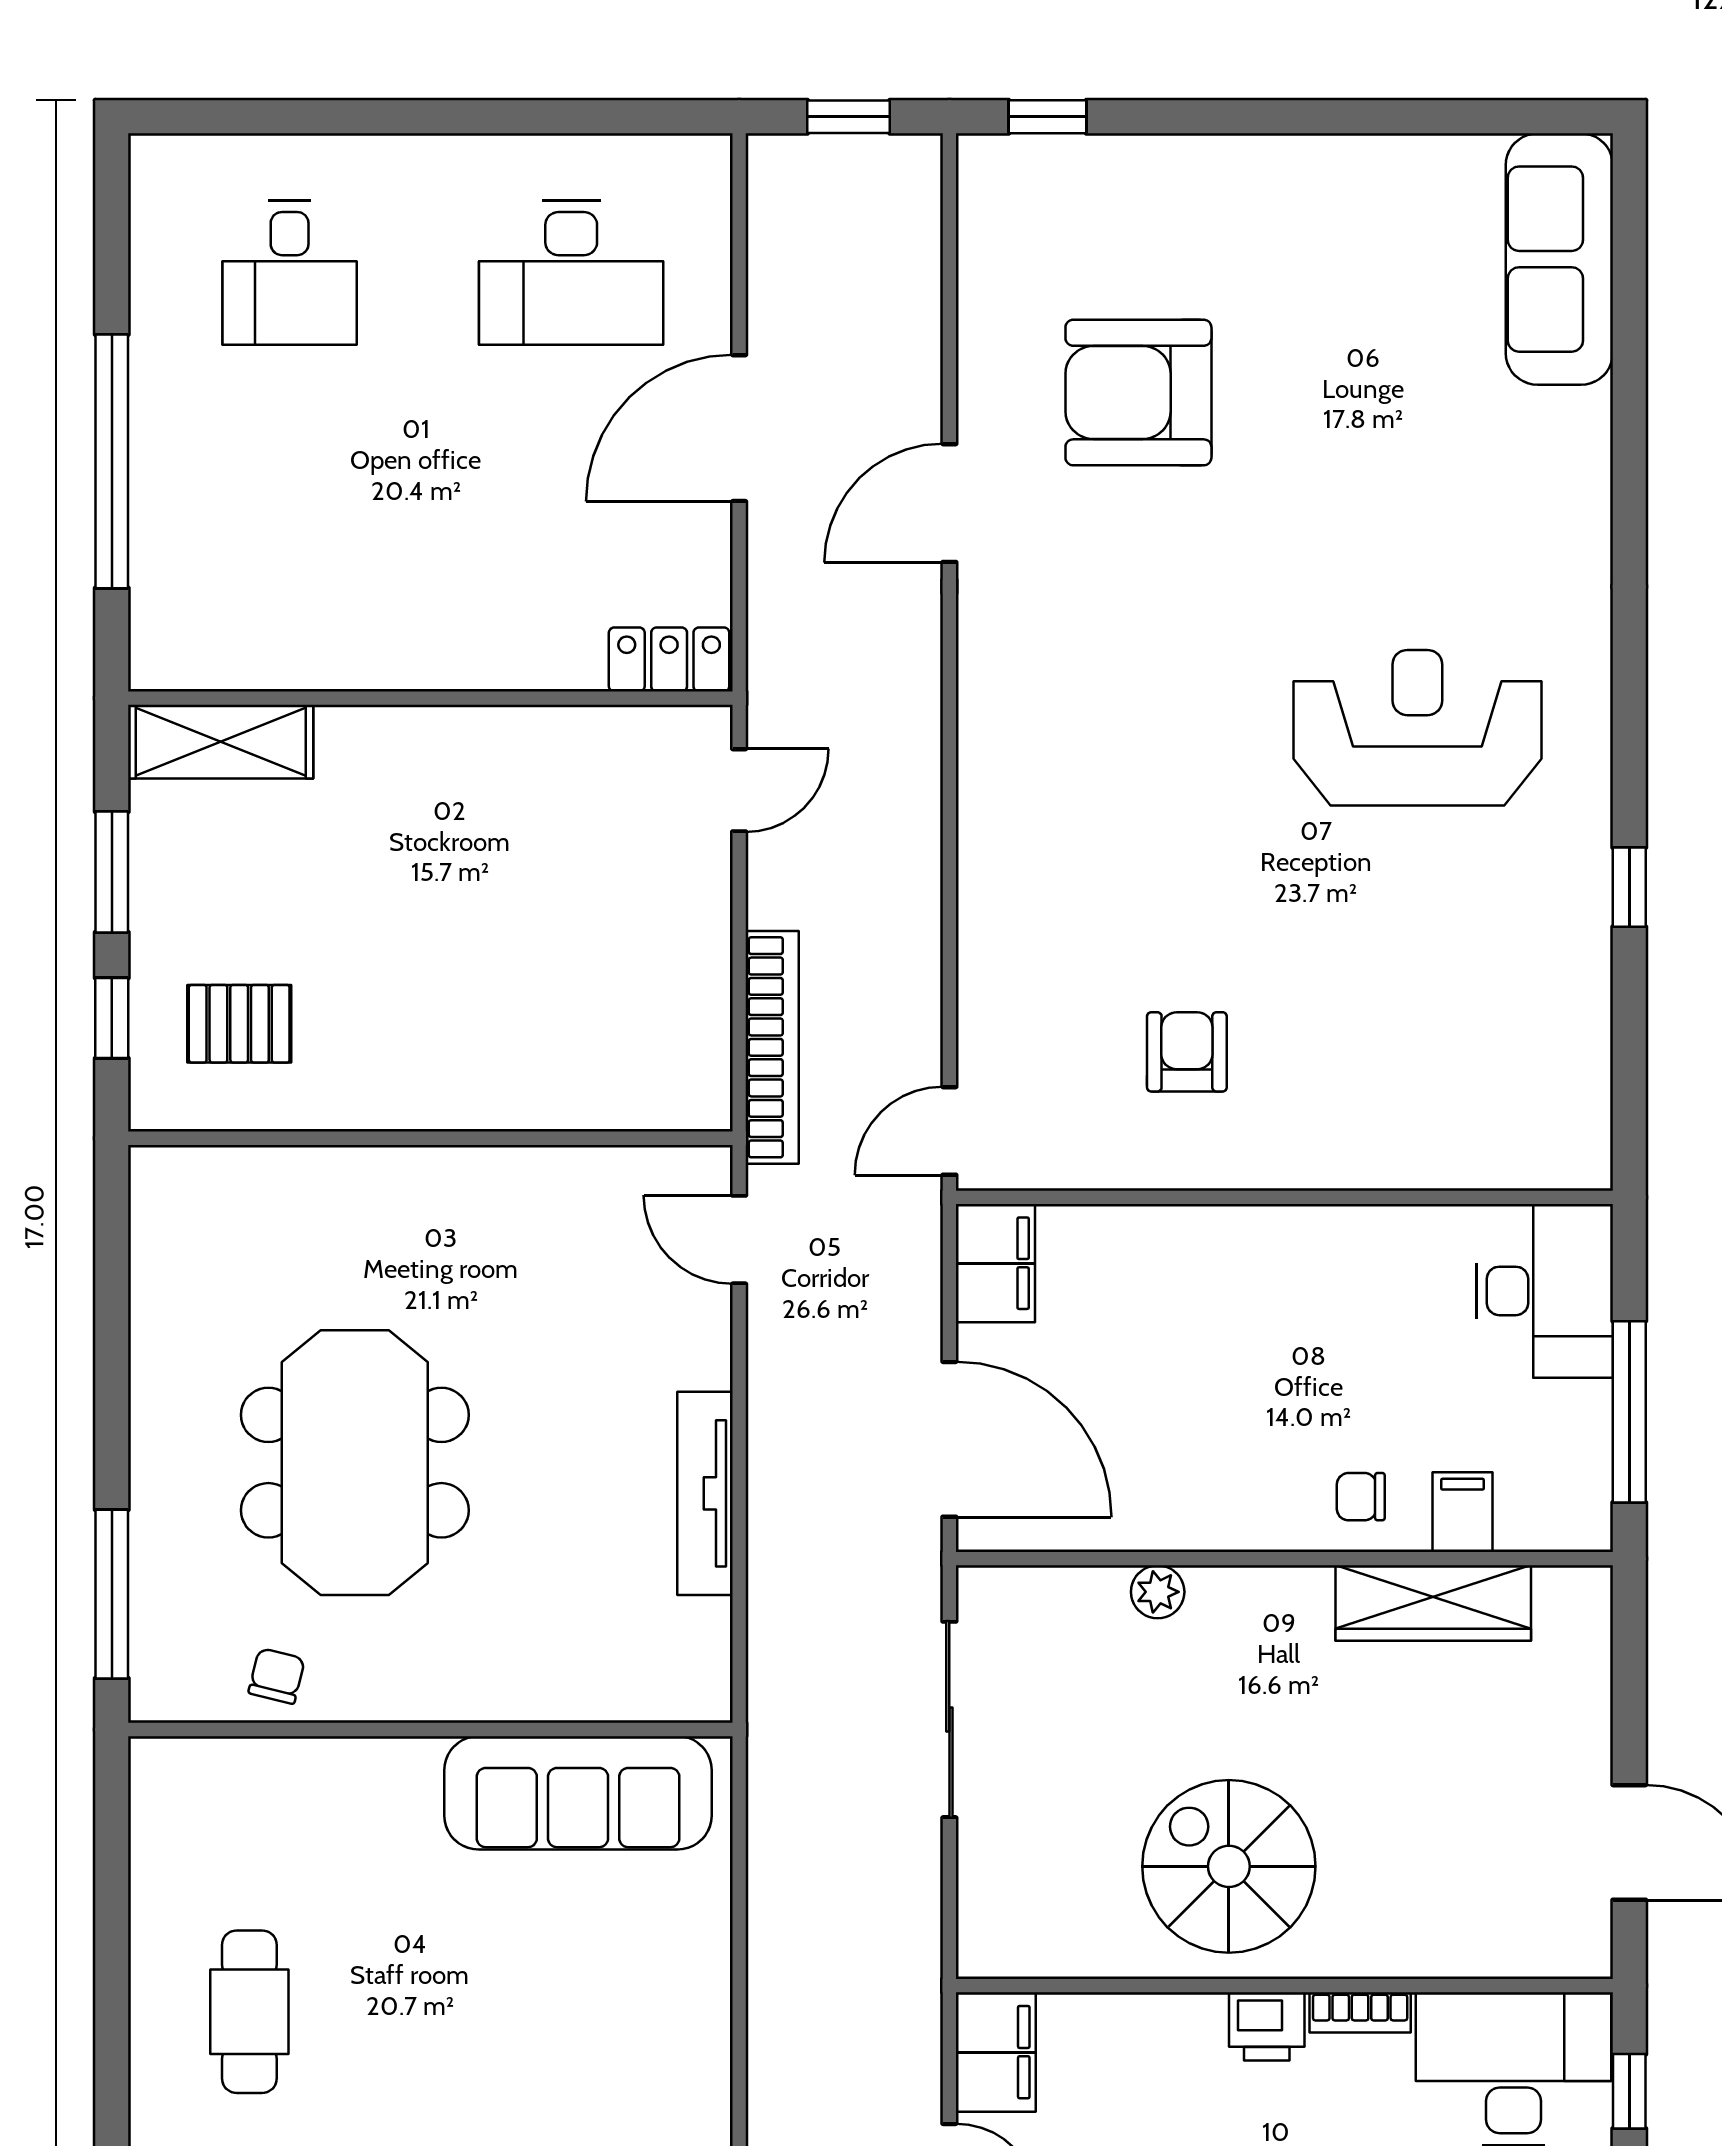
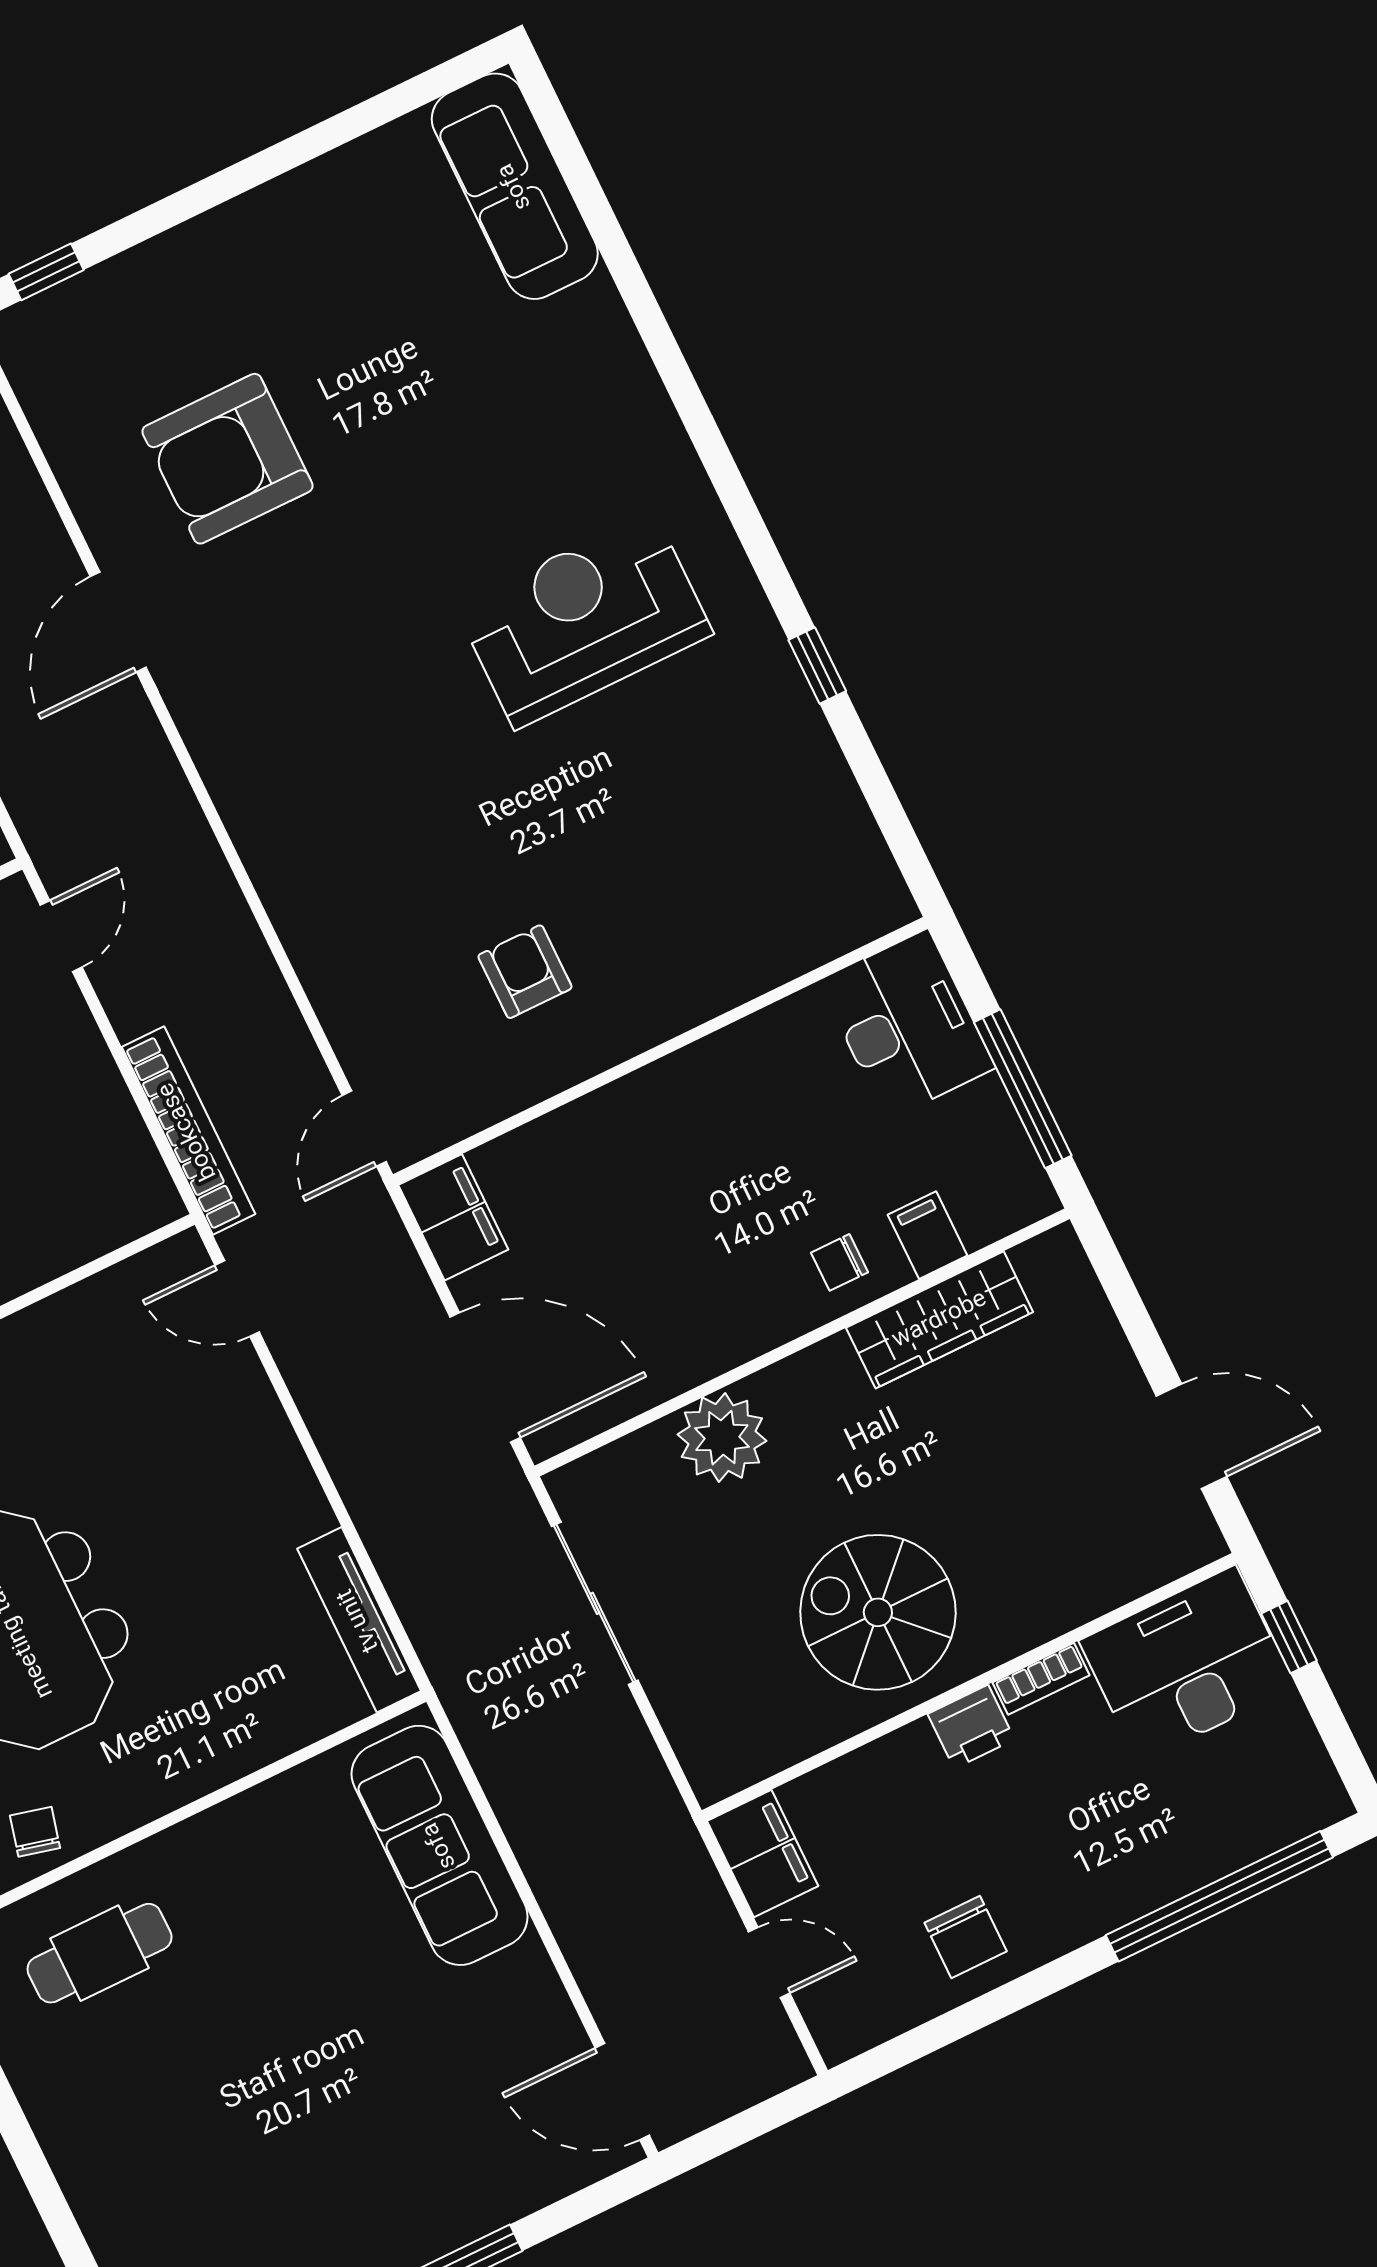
tv unit: (705, 1493) -> (359, 1620), moved
plant: (1158, 1592) -> (722, 1438), width x1.88, depth x1.88
sofa: (578, 1793) -> (440, 1845), moved, turned 90
cafe table: (249, 2012) -> (100, 1953), moved, turned 90

